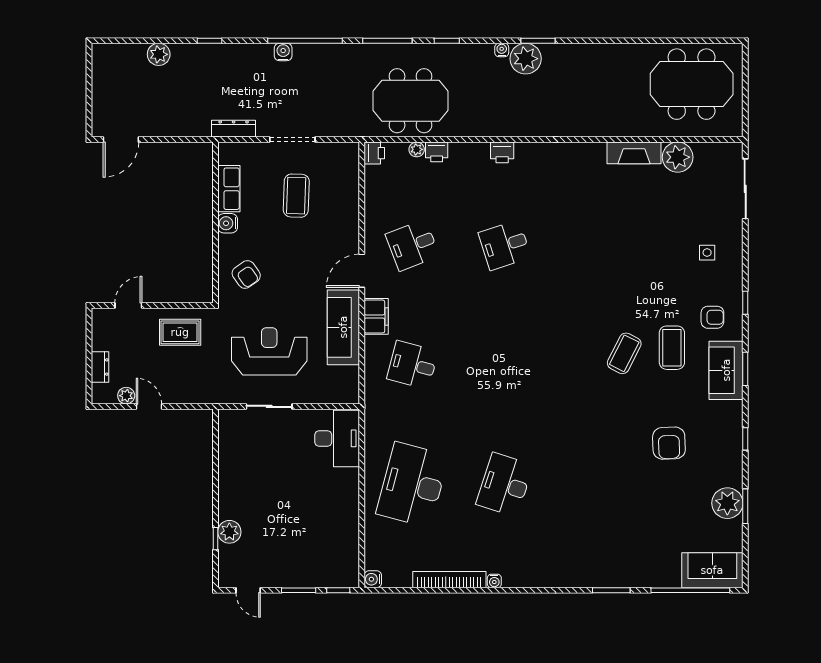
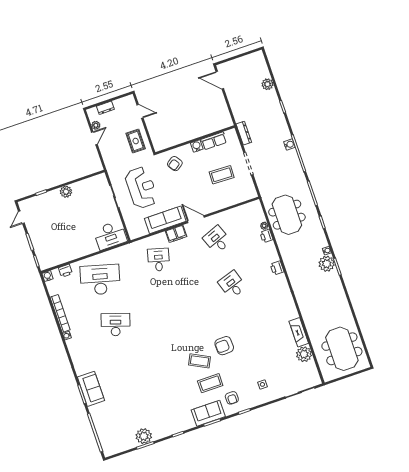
printer: (374, 153) -> (65, 271), moved
armchair: (669, 443) -> (224, 346), moved
plant: (229, 532) -> (66, 192), moved
sofa: (712, 570) -> (91, 389), moved

